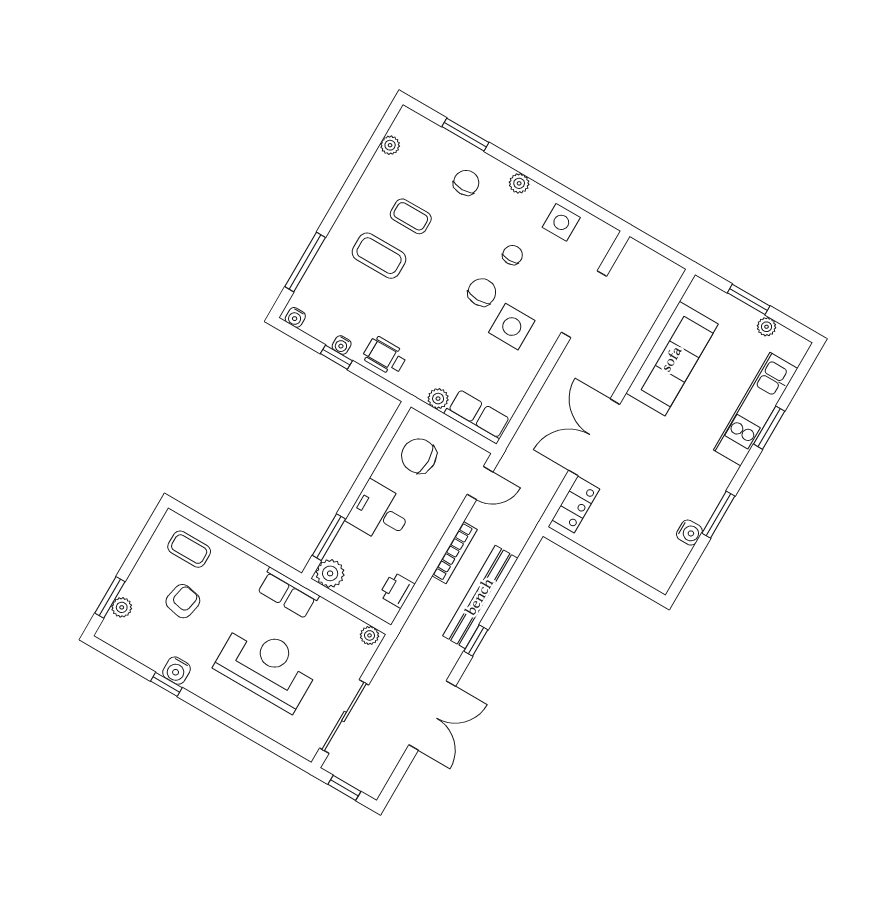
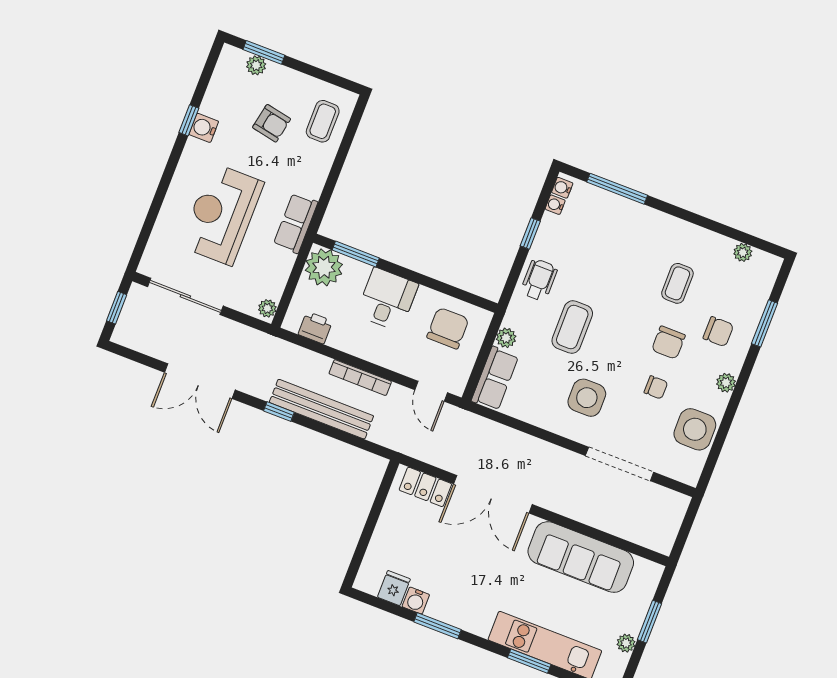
side table: (561, 222) -> (695, 429), width x1.37, depth x1.37
coffee table: (379, 256) -> (572, 327), moved
chair: (482, 292) -> (668, 343), moved, turned 90
water cooler: (342, 345) -> (555, 205), moved
double door: (594, 437) -> (493, 494), swing flipped
fridge: (673, 553) -> (394, 588), added
plant: (330, 573) -> (324, 267), width x1.36, depth x1.36
reception desk: (267, 666) -> (222, 214), turned 180

